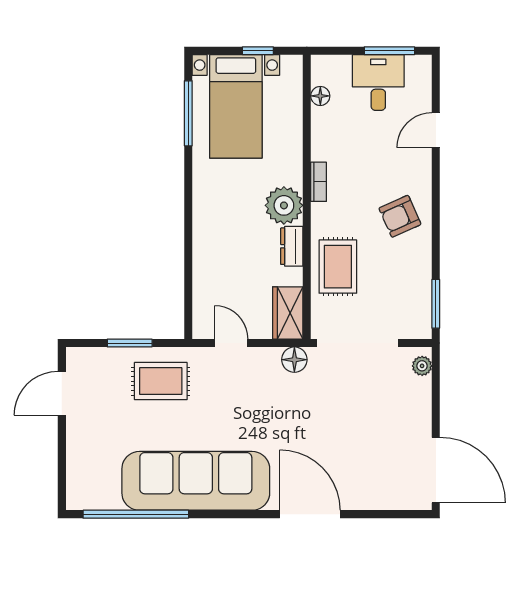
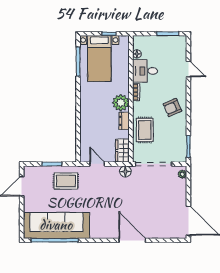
desk: (378, 83) -> (145, 71), moved, turned -90
door: (436, 130) -> (188, 69), swing flipped
sofa: (196, 481) -> (56, 225), moved

